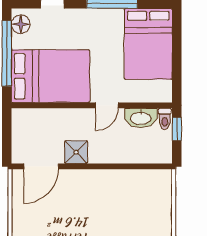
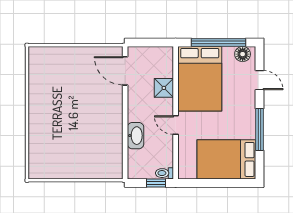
washbasin: (141, 118) -> (136, 136), moved, turned 180
shower: (76, 152) -> (164, 88), moved

